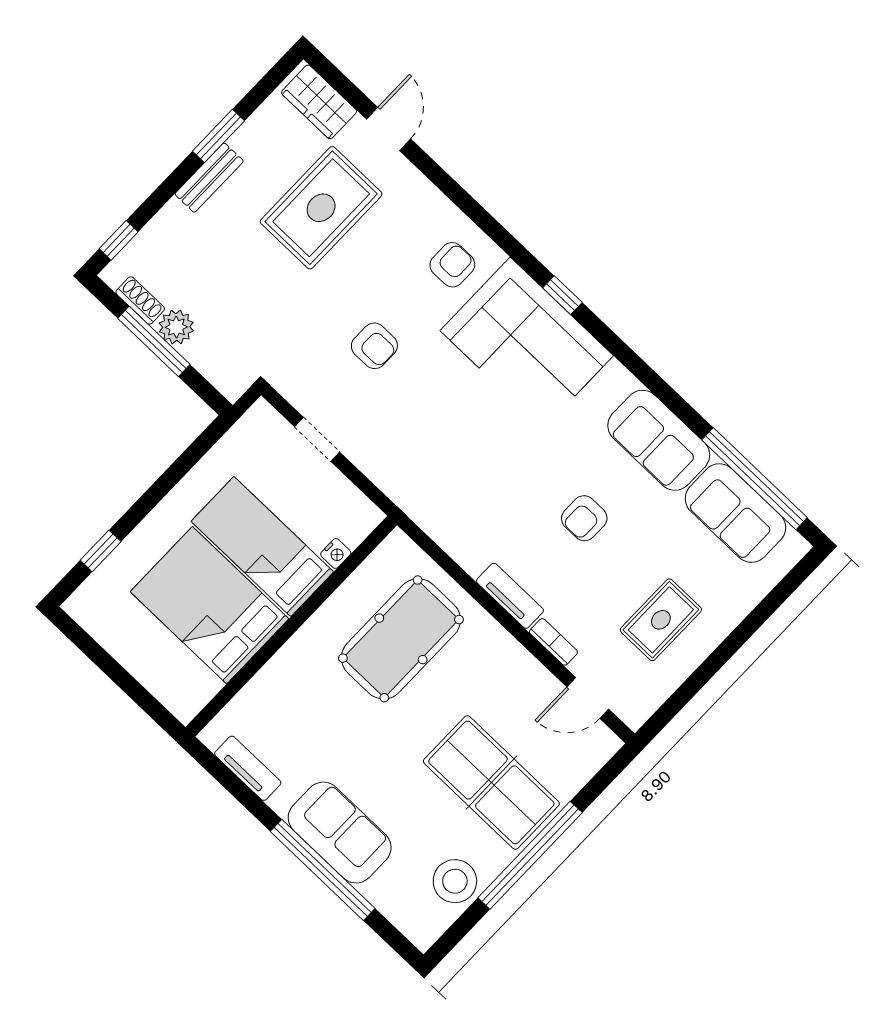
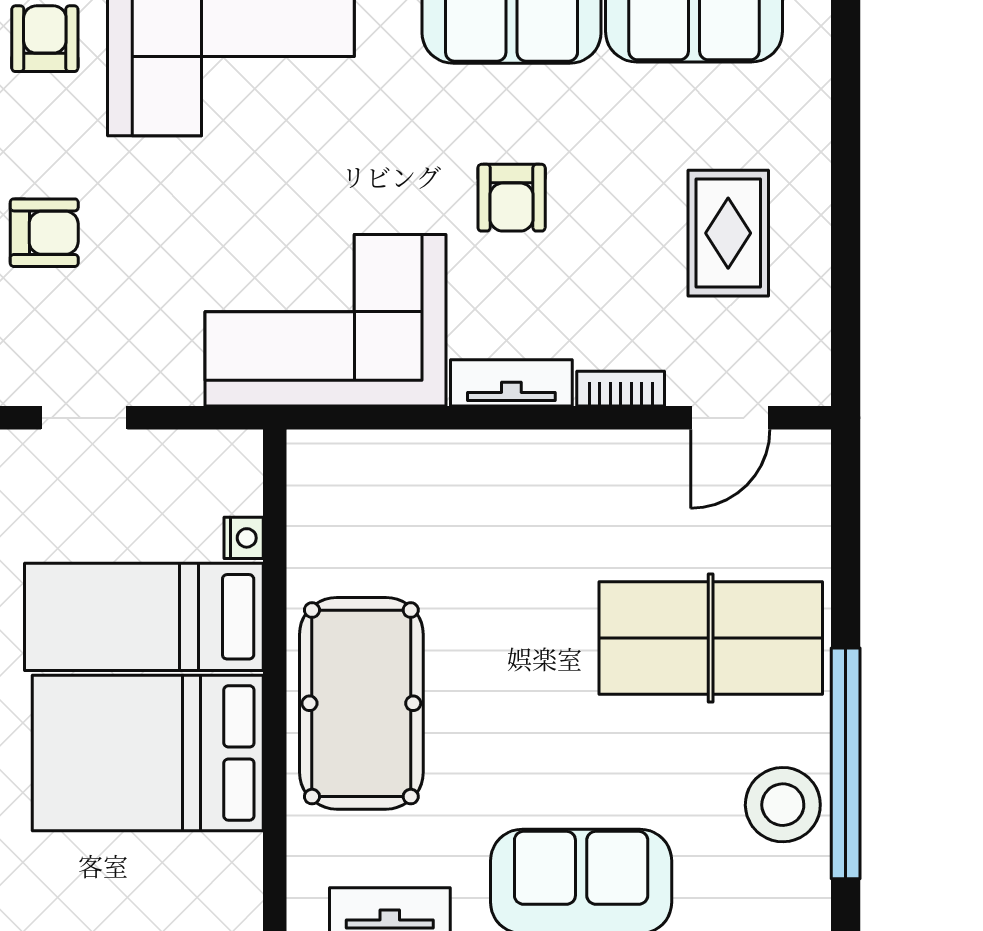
corner sofa: (457, 495) -> (325, 320), added
pool table: (401, 639) -> (361, 703), moved
window: (530, 855) -> (846, 763), moved

